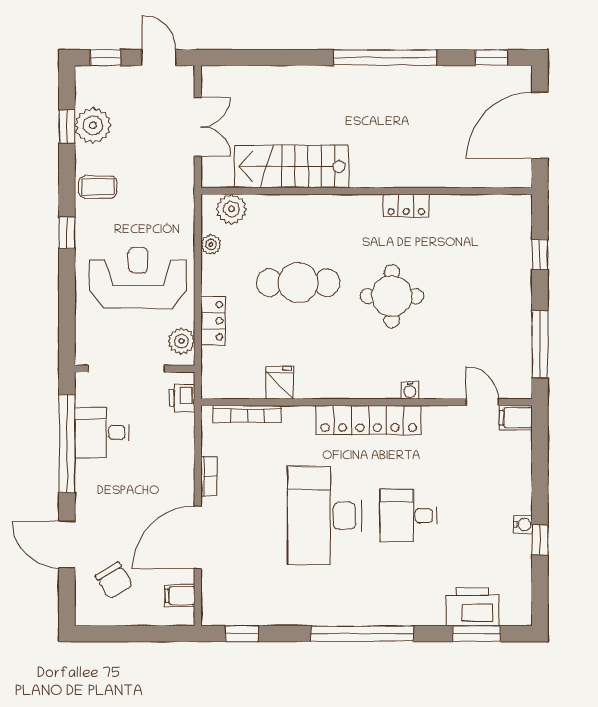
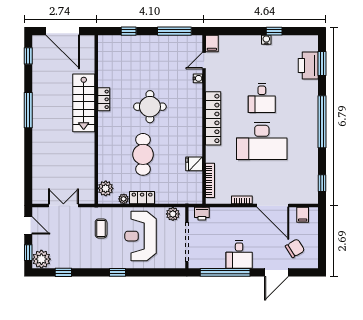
door: (159, 58) -> (28, 225), swing flipped
window: (385, 58) -> (28, 110), width x0.68
plant: (93, 125) -> (41, 259), moved
stairs: (291, 166) -> (84, 103), moved
coffee table: (98, 187) -> (101, 228), moved
locker: (213, 321) -> (142, 198), moved
water cooler: (410, 390) -> (198, 78), moved
desk: (102, 432) -> (239, 254), moved

